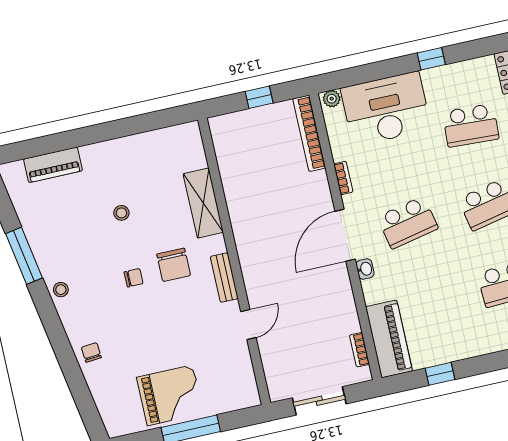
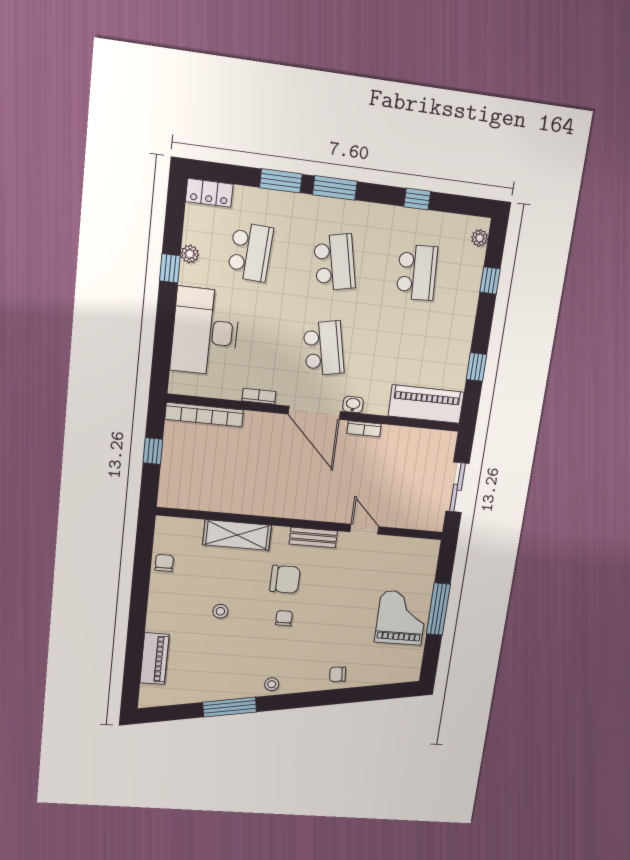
plant: (332, 99) -> (190, 254), moved
chair: (154, 143) -> (164, 563), added
bookcase: (359, 350) -> (364, 429), moved

